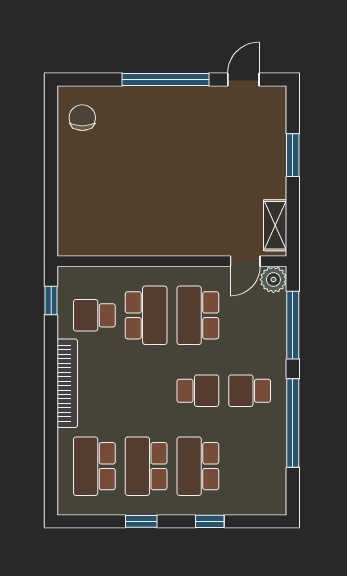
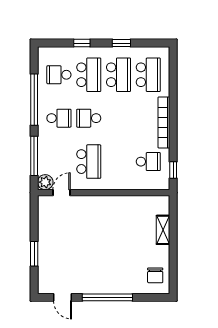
door: (243, 79) -> (63, 297), hinge flipped
shelving: (275, 225) -> (163, 230), moved
school desk: (146, 315) -> (59, 75), moved, width x0.54

